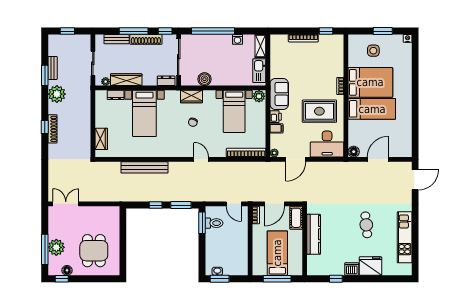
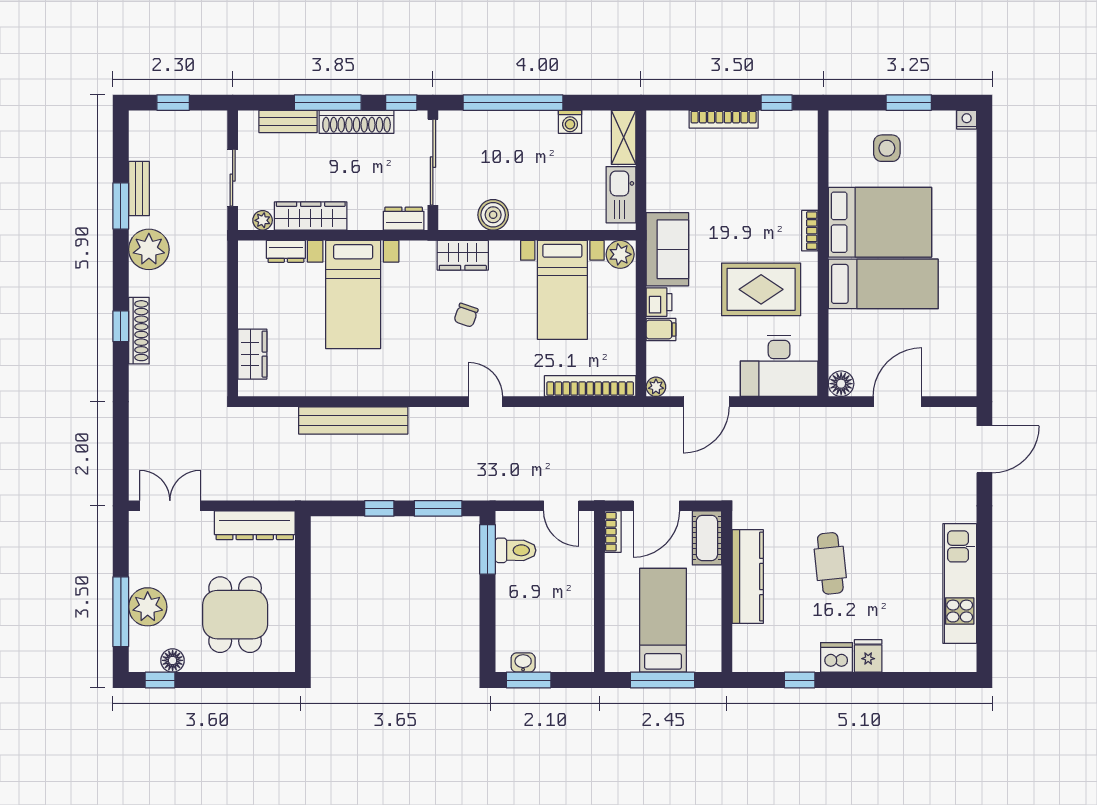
dresser: (102, 212) -> (255, 525), added
cafe table: (366, 225) -> (830, 563), moved
fridge: (370, 266) -> (868, 656), width x0.53, depth x0.75

